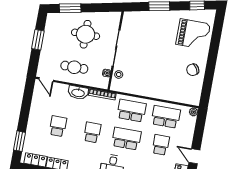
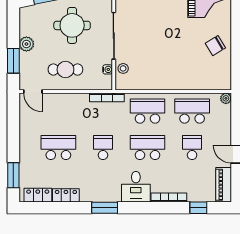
window: (38, 40) -> (13, 61), moved
plant: (48, 42) -> (26, 44), added
washbasin: (78, 93) -> (76, 101), removed
school desk: (58, 126) -> (58, 148), width x1.85

